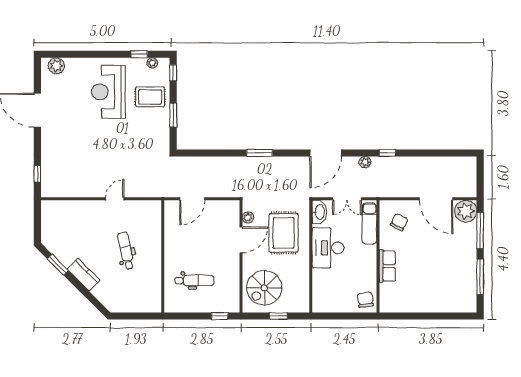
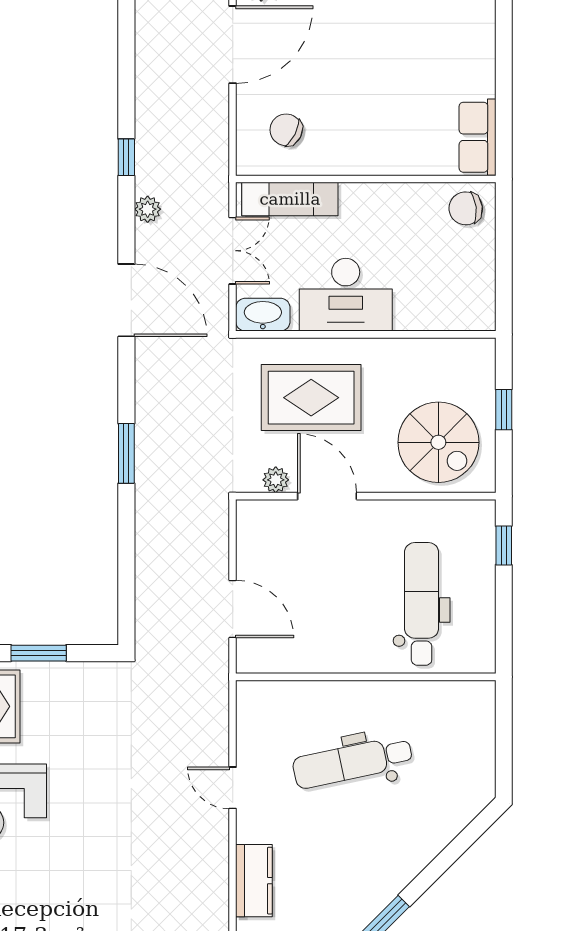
dental chair: (126, 251) -> (353, 762), width x1.36, depth x1.38
row of seats: (387, 266) -> (477, 137), moved, turned -90
kitchen counter: (84, 275) -> (254, 881), moved, turned 135
dental chair: (194, 281) -> (422, 604), width x1.36, depth x1.38

